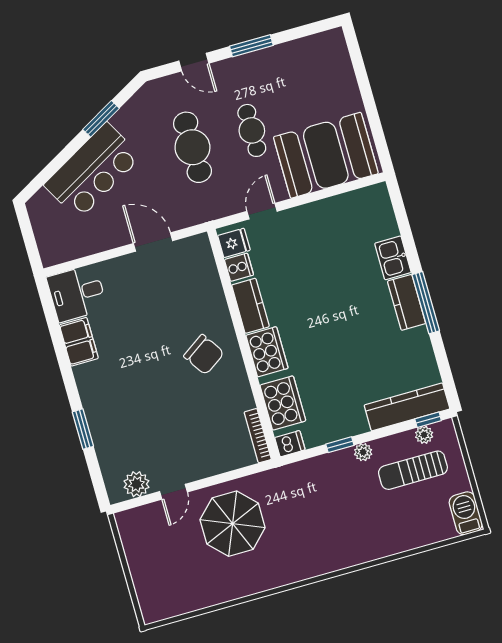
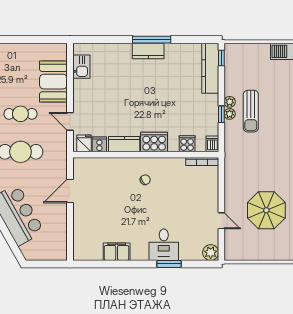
booth: (326, 155) -> (53, 82), width x0.73, depth x0.70
kitchen sink: (393, 258) -> (81, 67), moved, turned -90
desk: (77, 293) -> (164, 245), moved
chair: (204, 355) -> (145, 180), width x0.54, depth x0.54
cooker: (283, 403) -> (187, 144), width x0.53, depth x0.76
plant: (424, 435) -> (230, 114), moved
sun lounger: (413, 470) -> (251, 111), moved
plant: (137, 484) -> (211, 253), moved
parasol: (233, 524) -> (266, 210), moved

